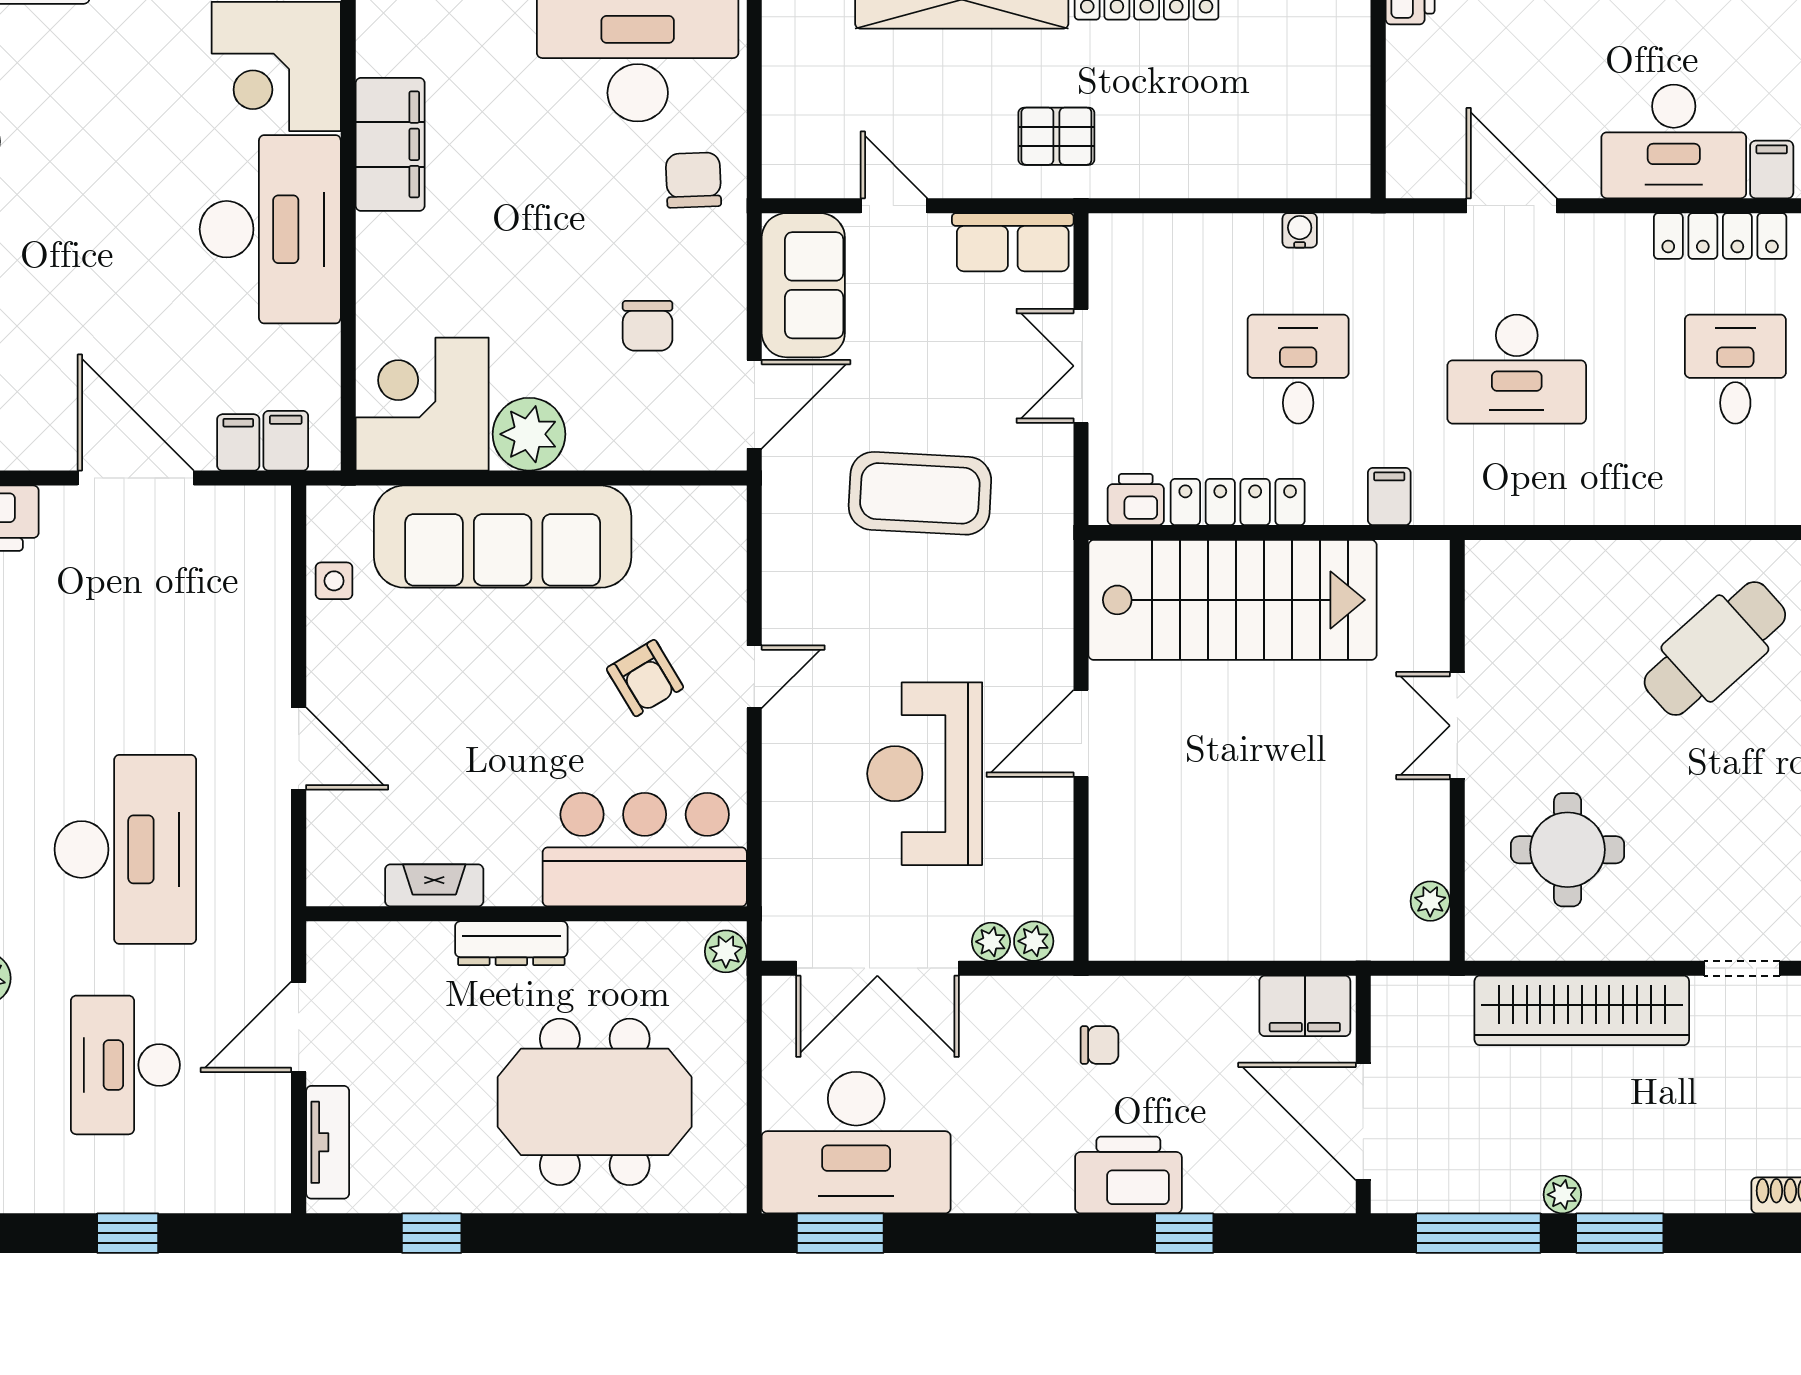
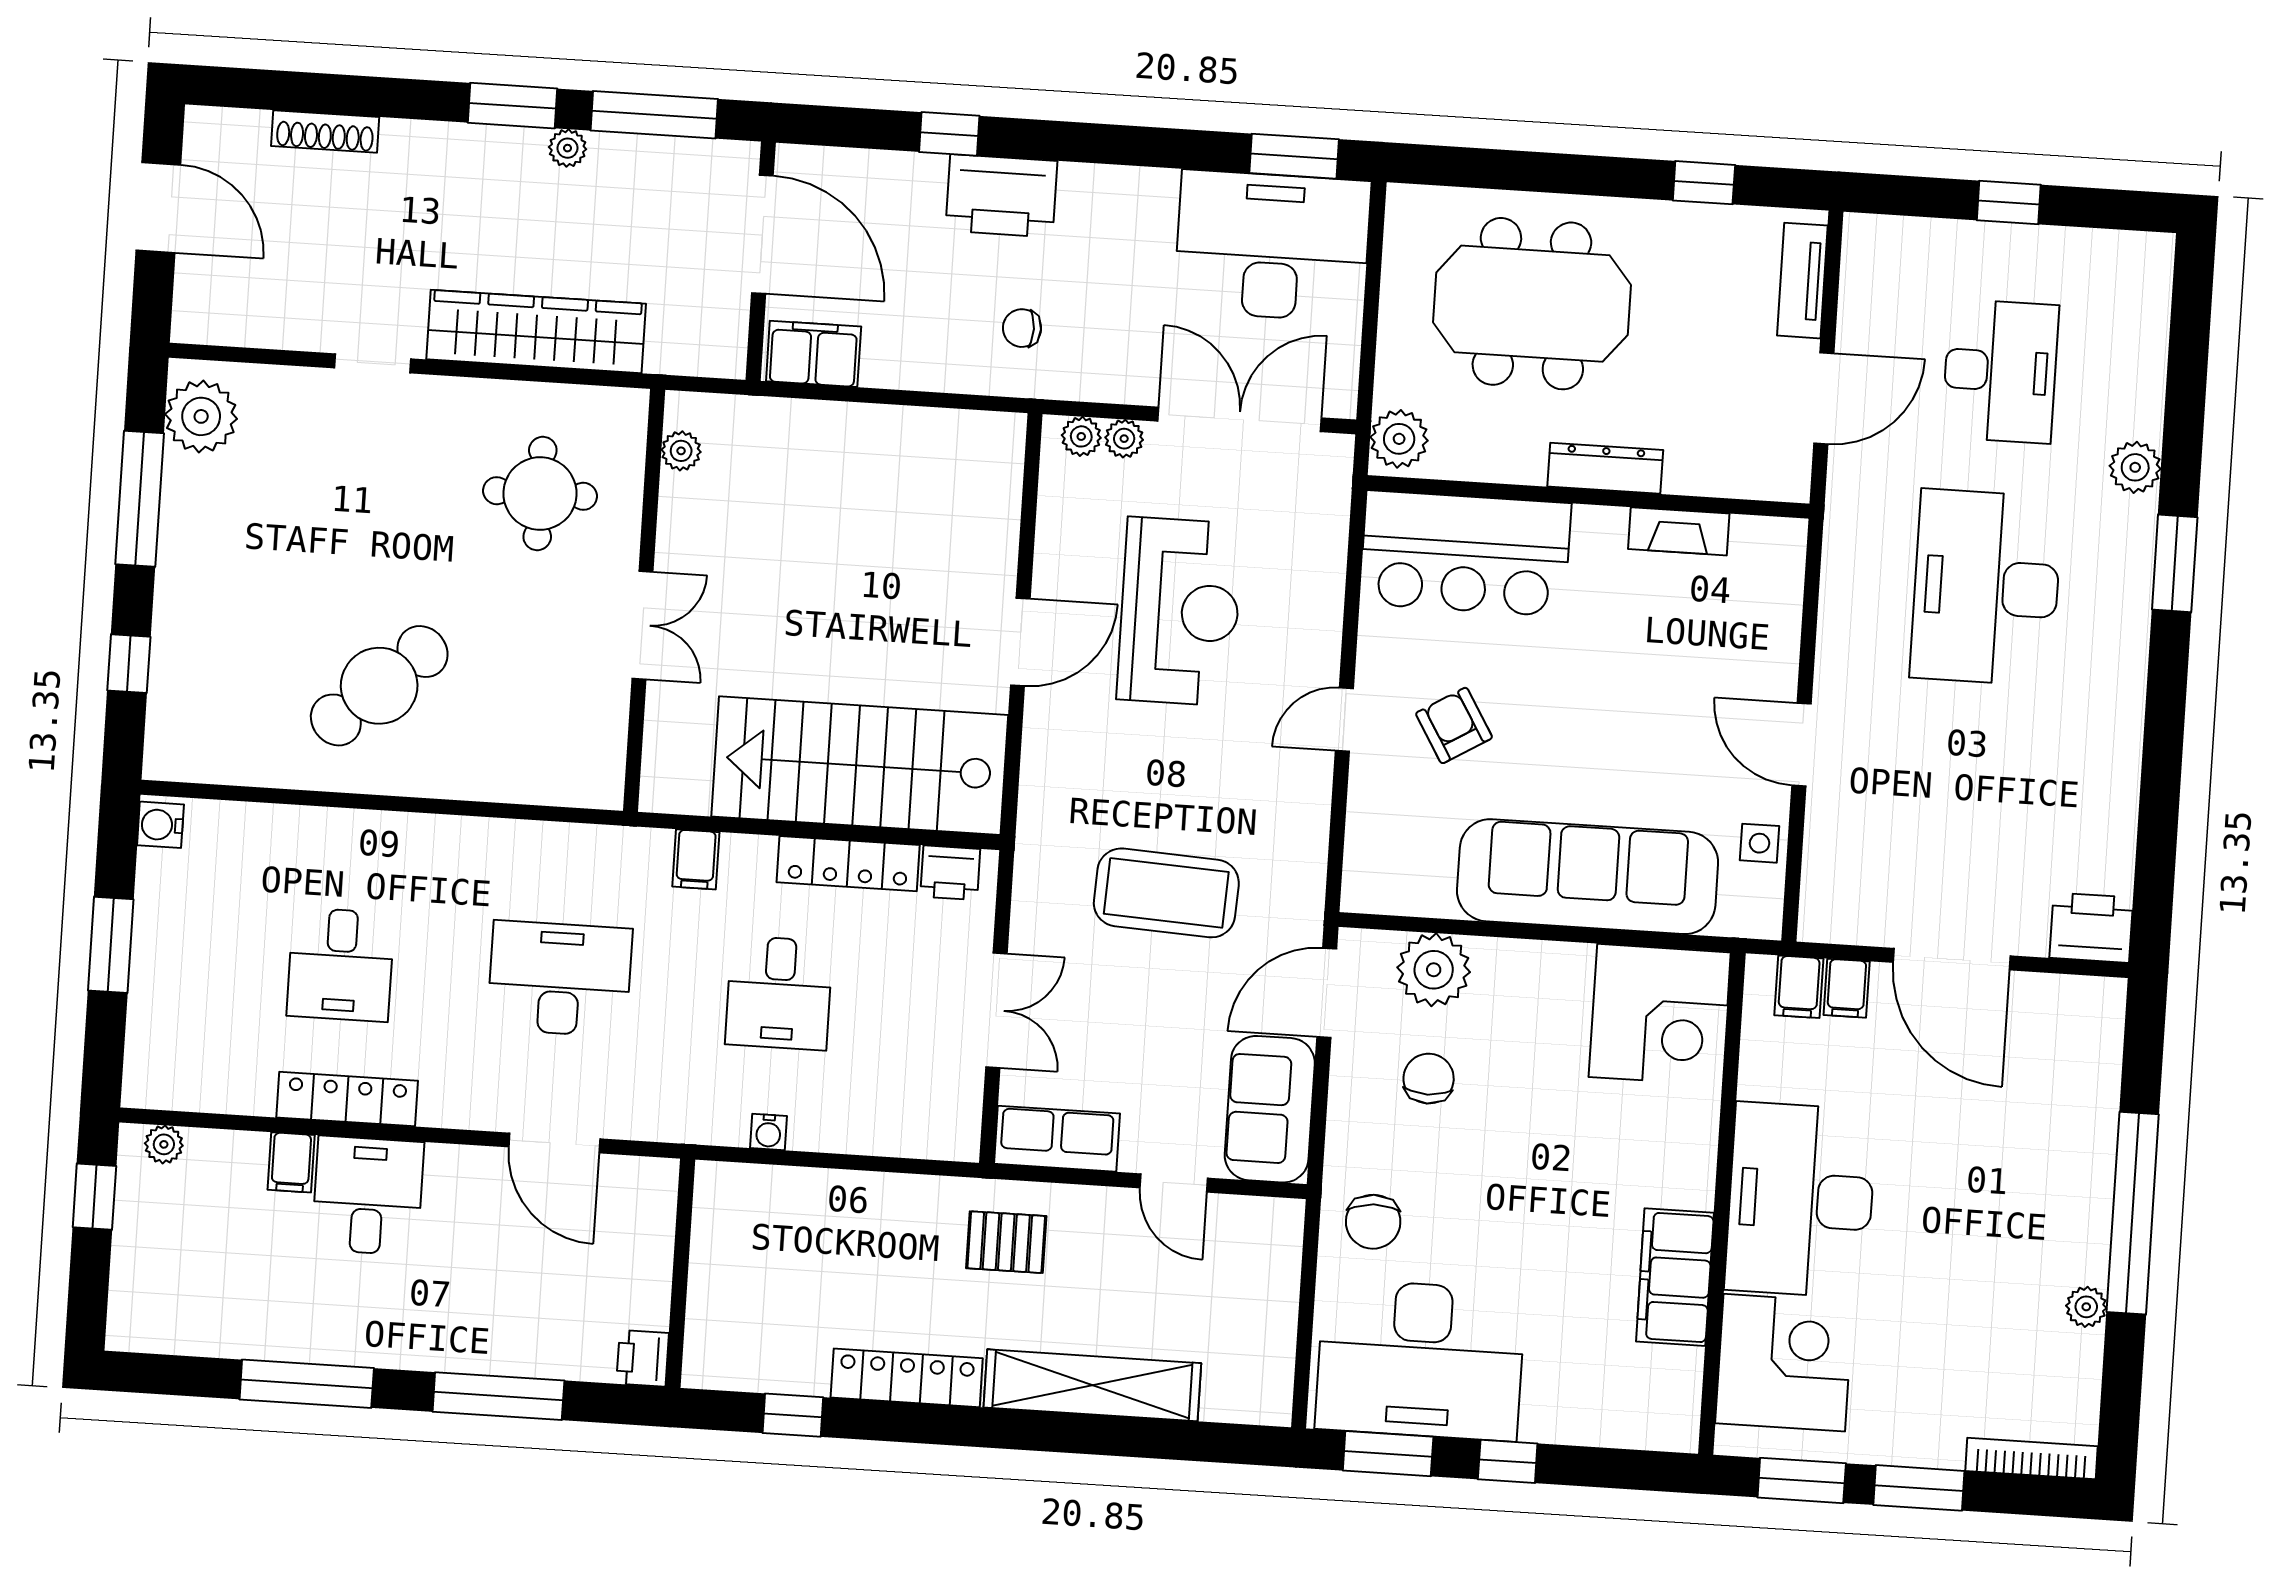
desk: (1674, 141) -> (368, 1196), width x0.73
plant: (529, 434) -> (1434, 970), moved
door: (299, 748) -> (1801, 745), moved
plant: (726, 951) -> (1399, 439), width x1.38, depth x1.38

